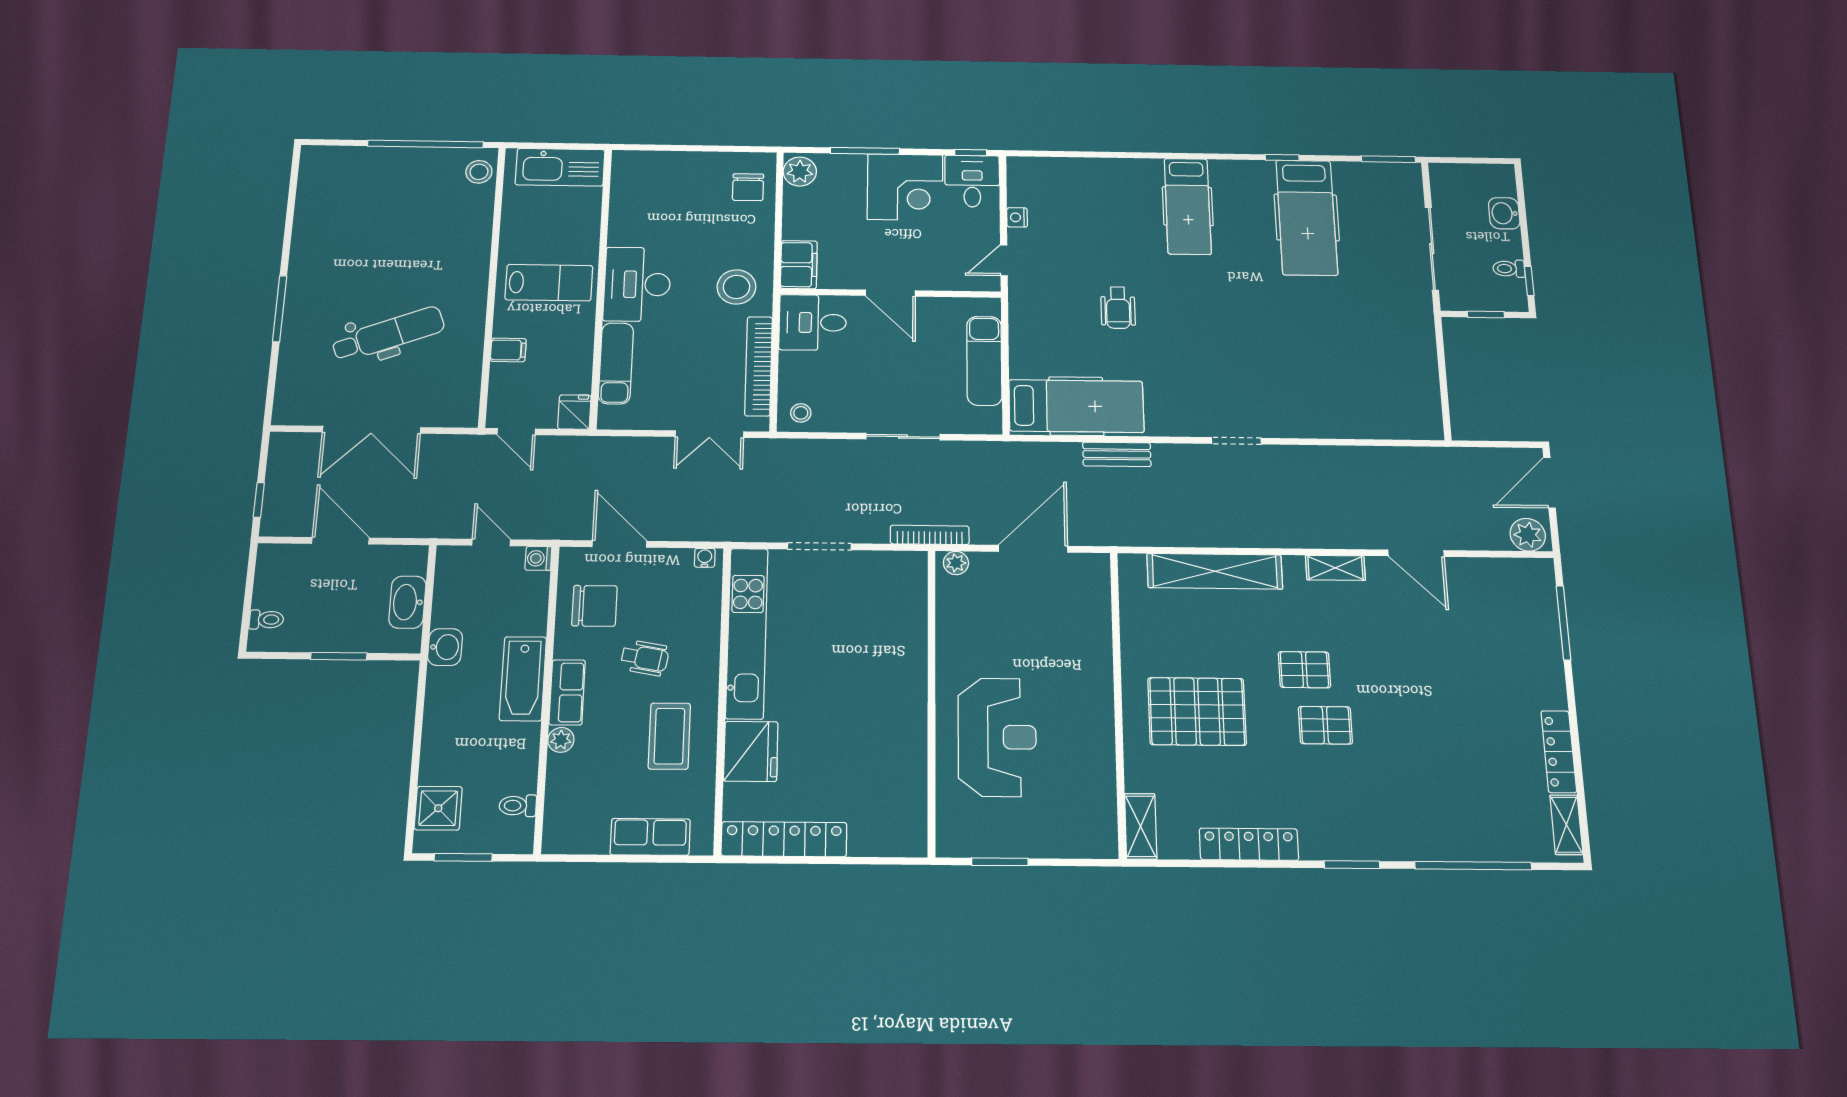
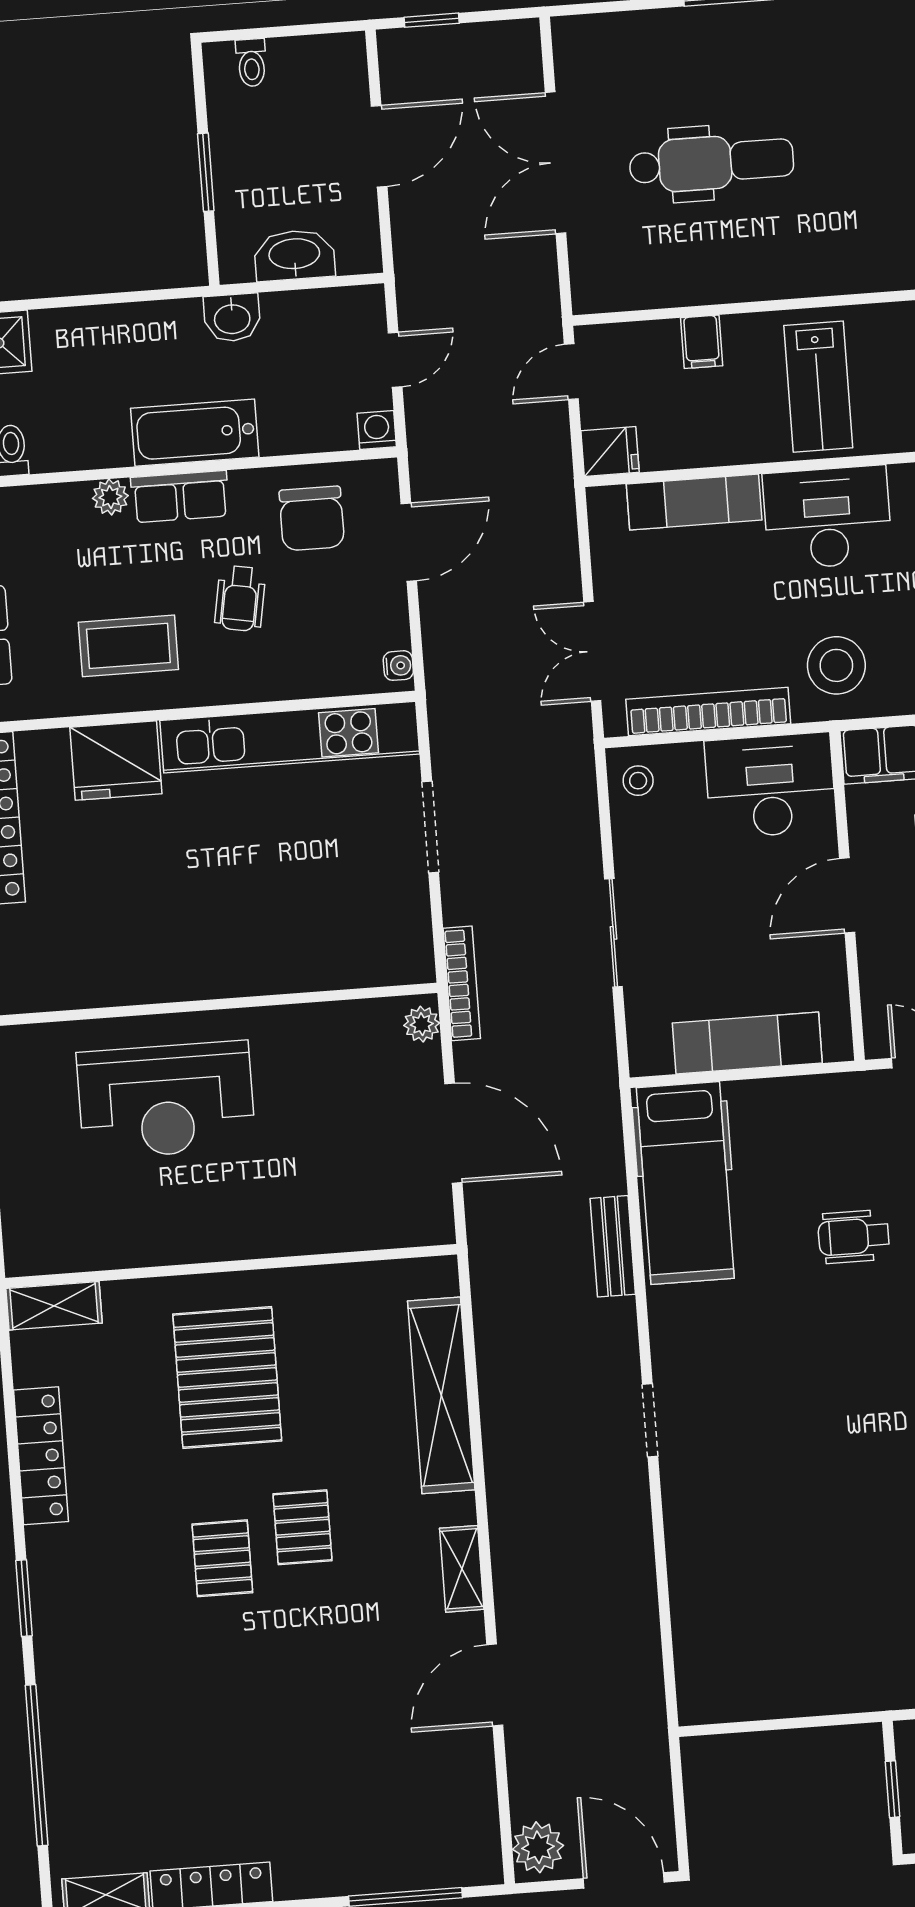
desk: (813, 322) -> (770, 786), width x1.37
dental chair: (388, 334) -> (711, 163), turned -69

